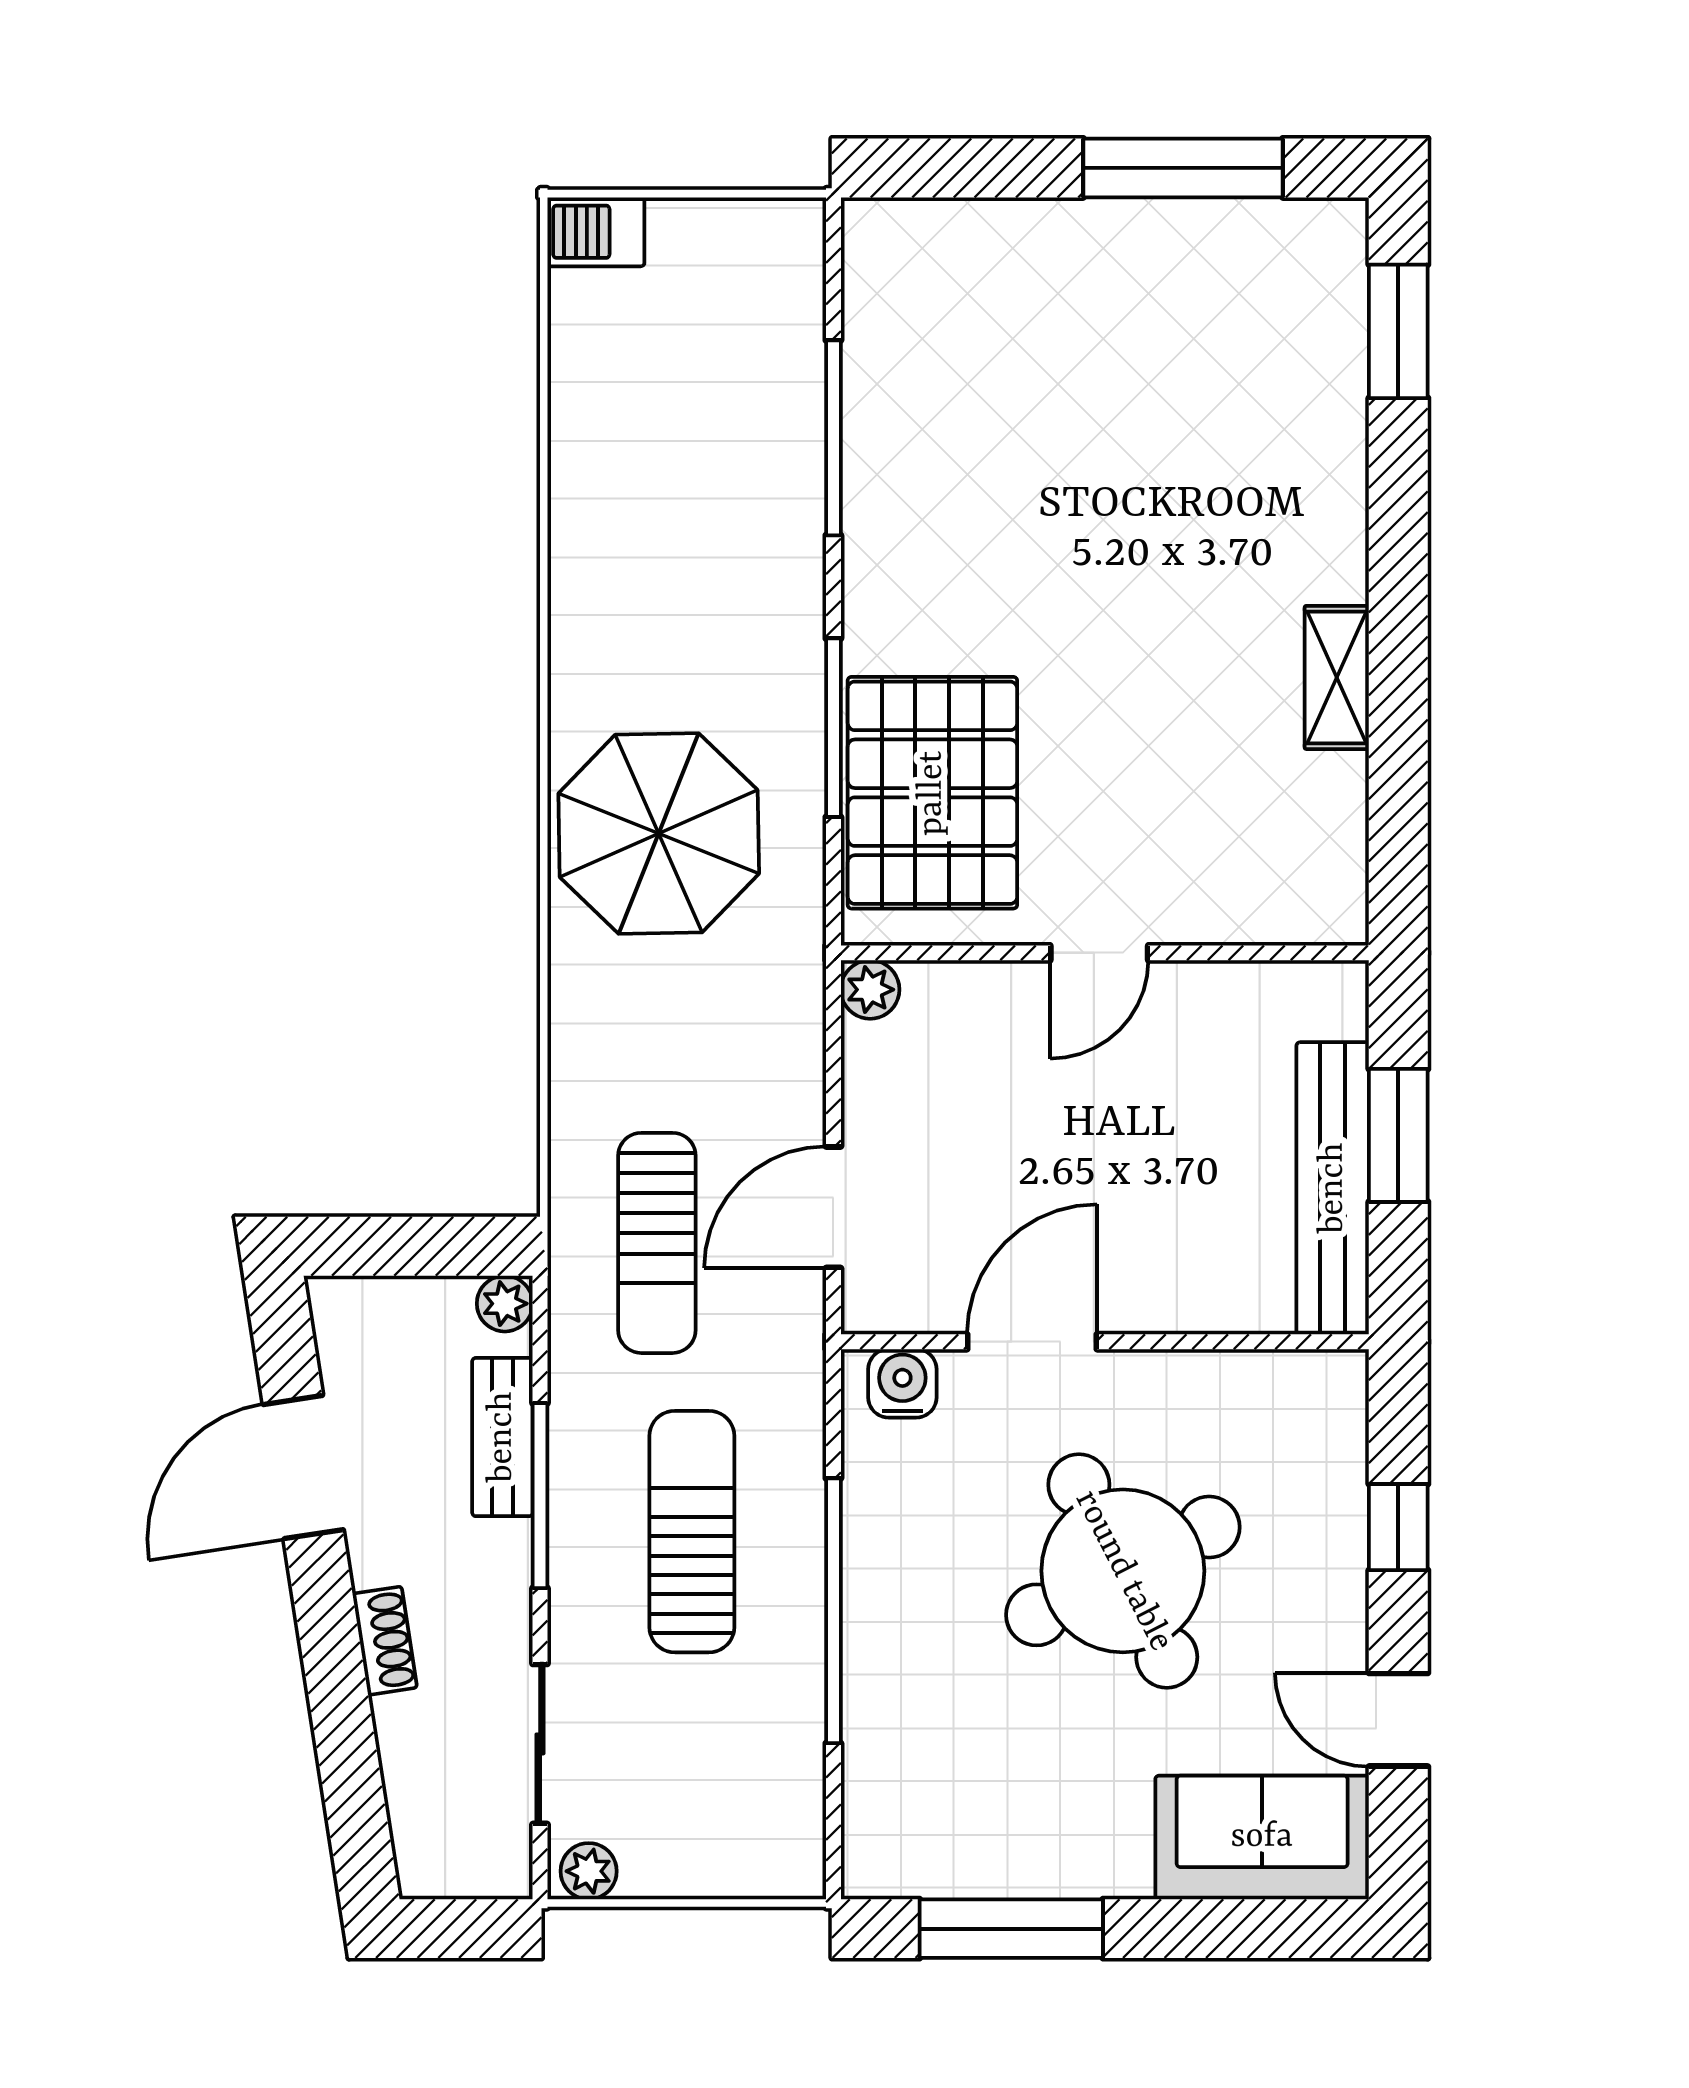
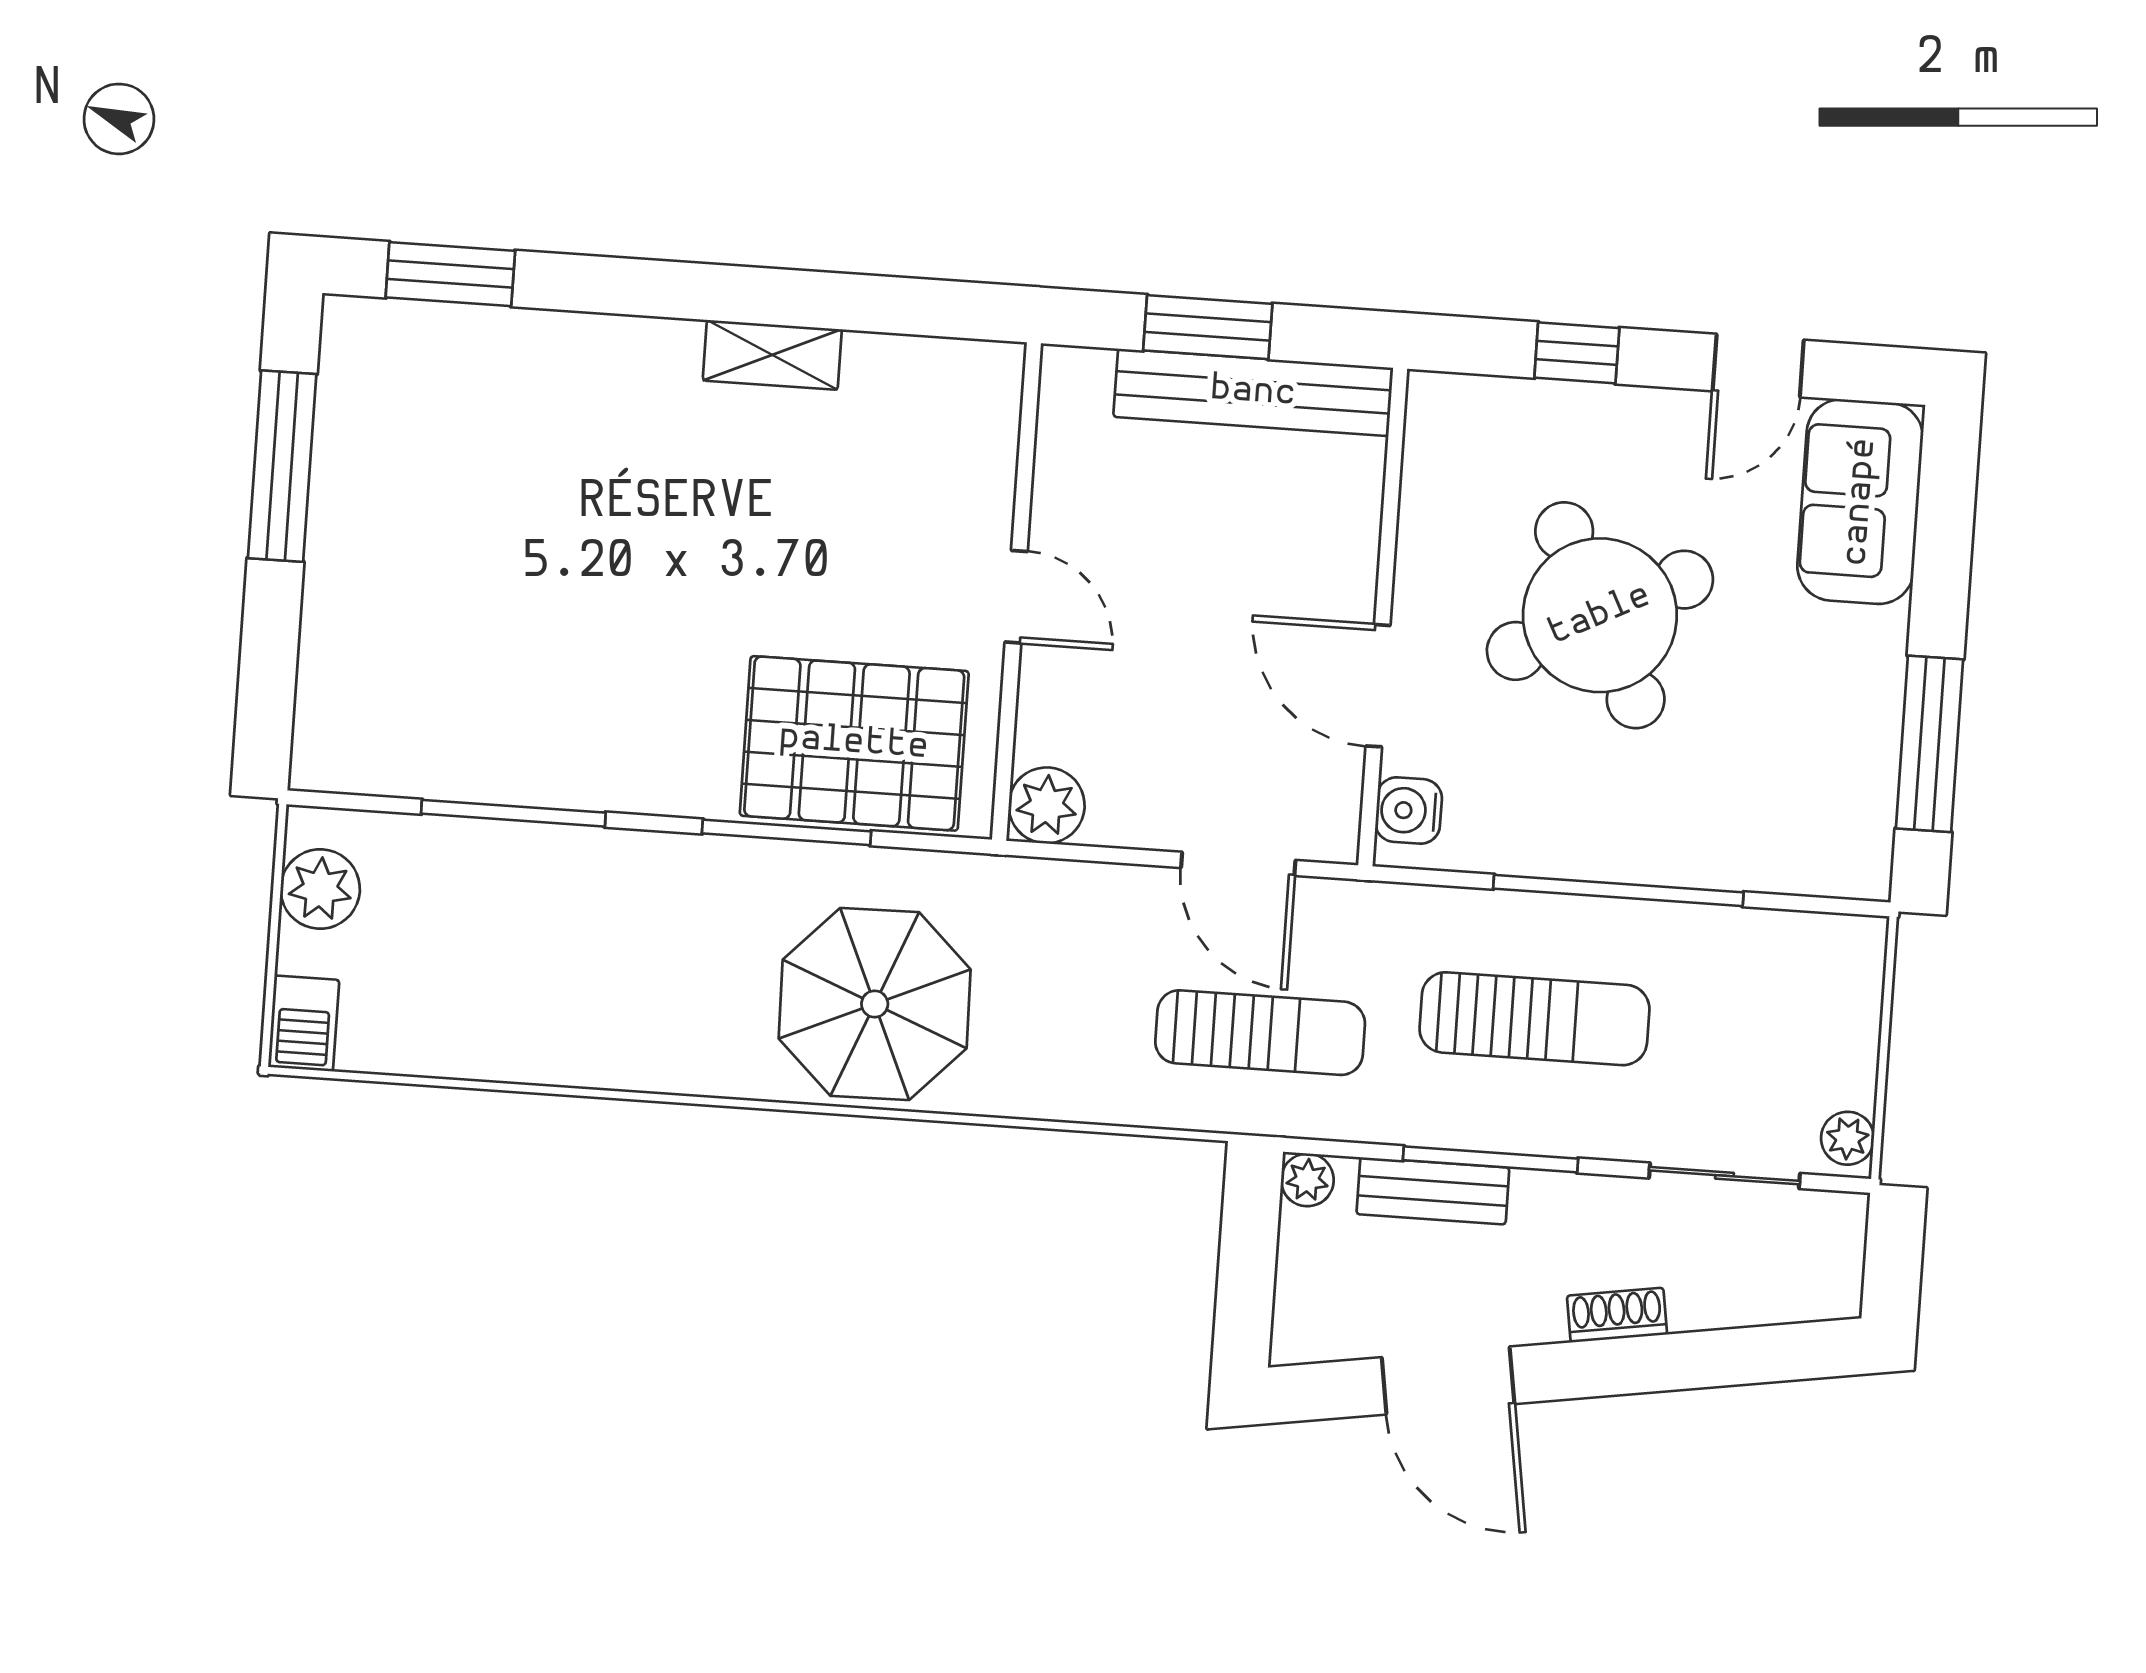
plant: (739, 239) -> (320, 889), added
plant: (870, 990) -> (1047, 805), width x1.38, depth x1.38
sun lounger: (692, 1532) -> (1534, 1019), turned 180

